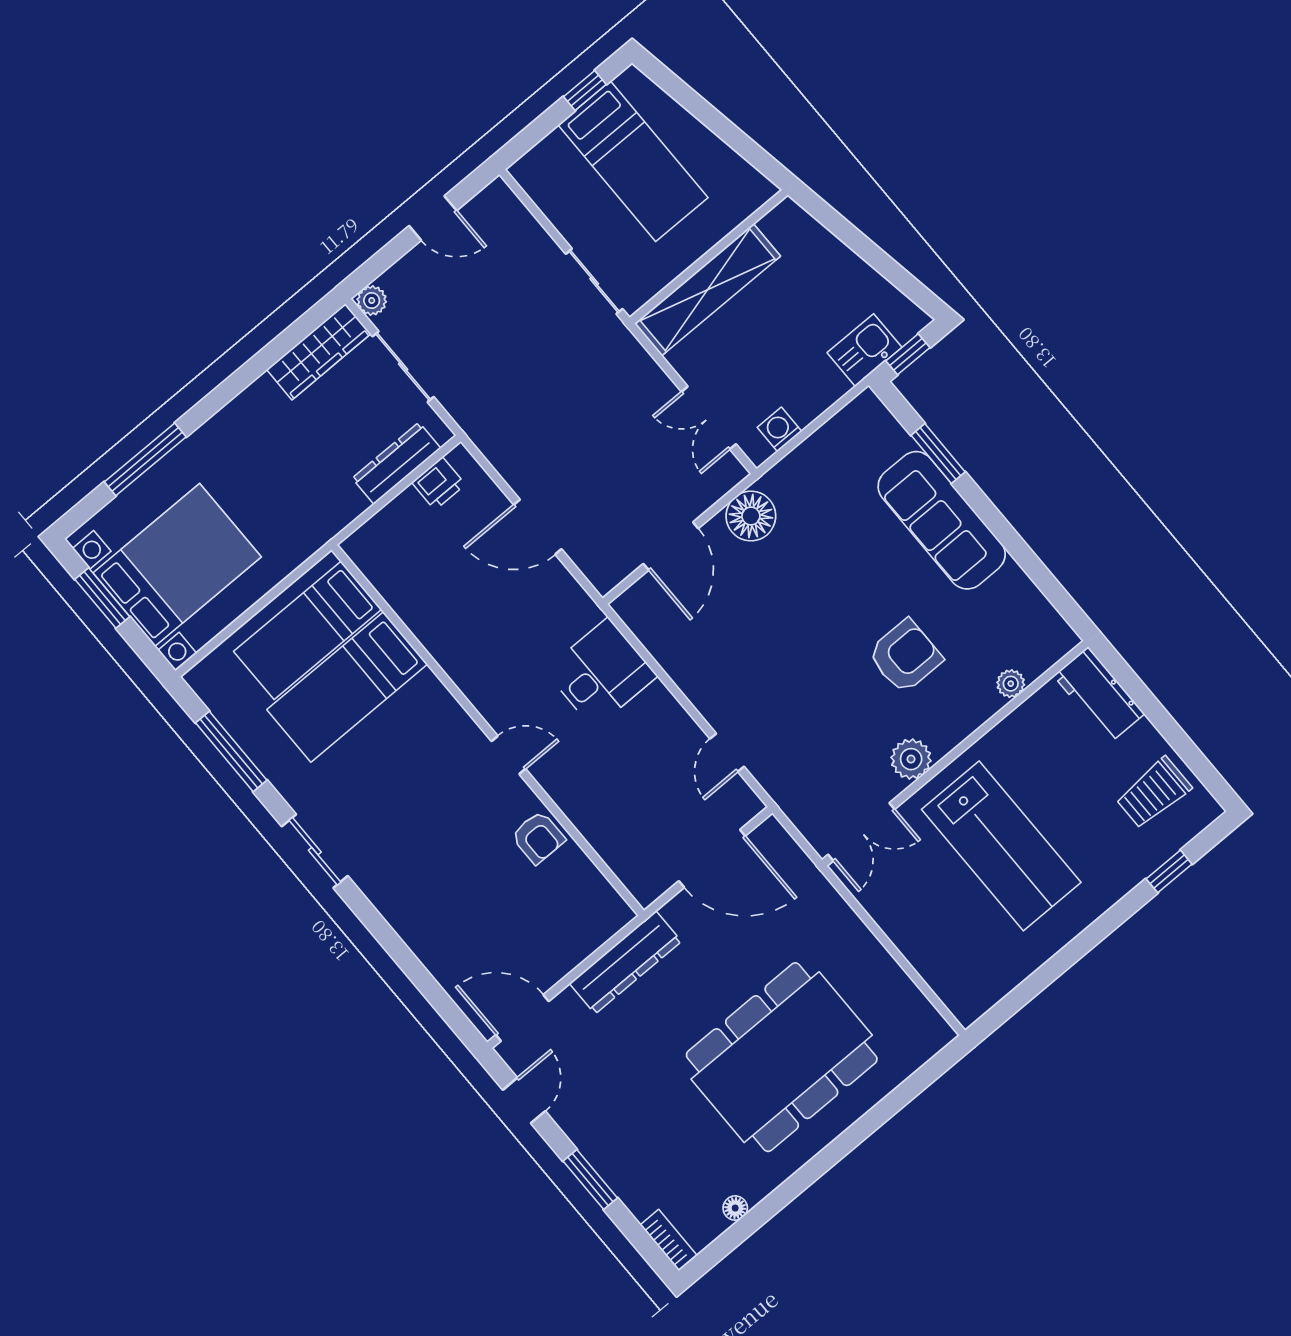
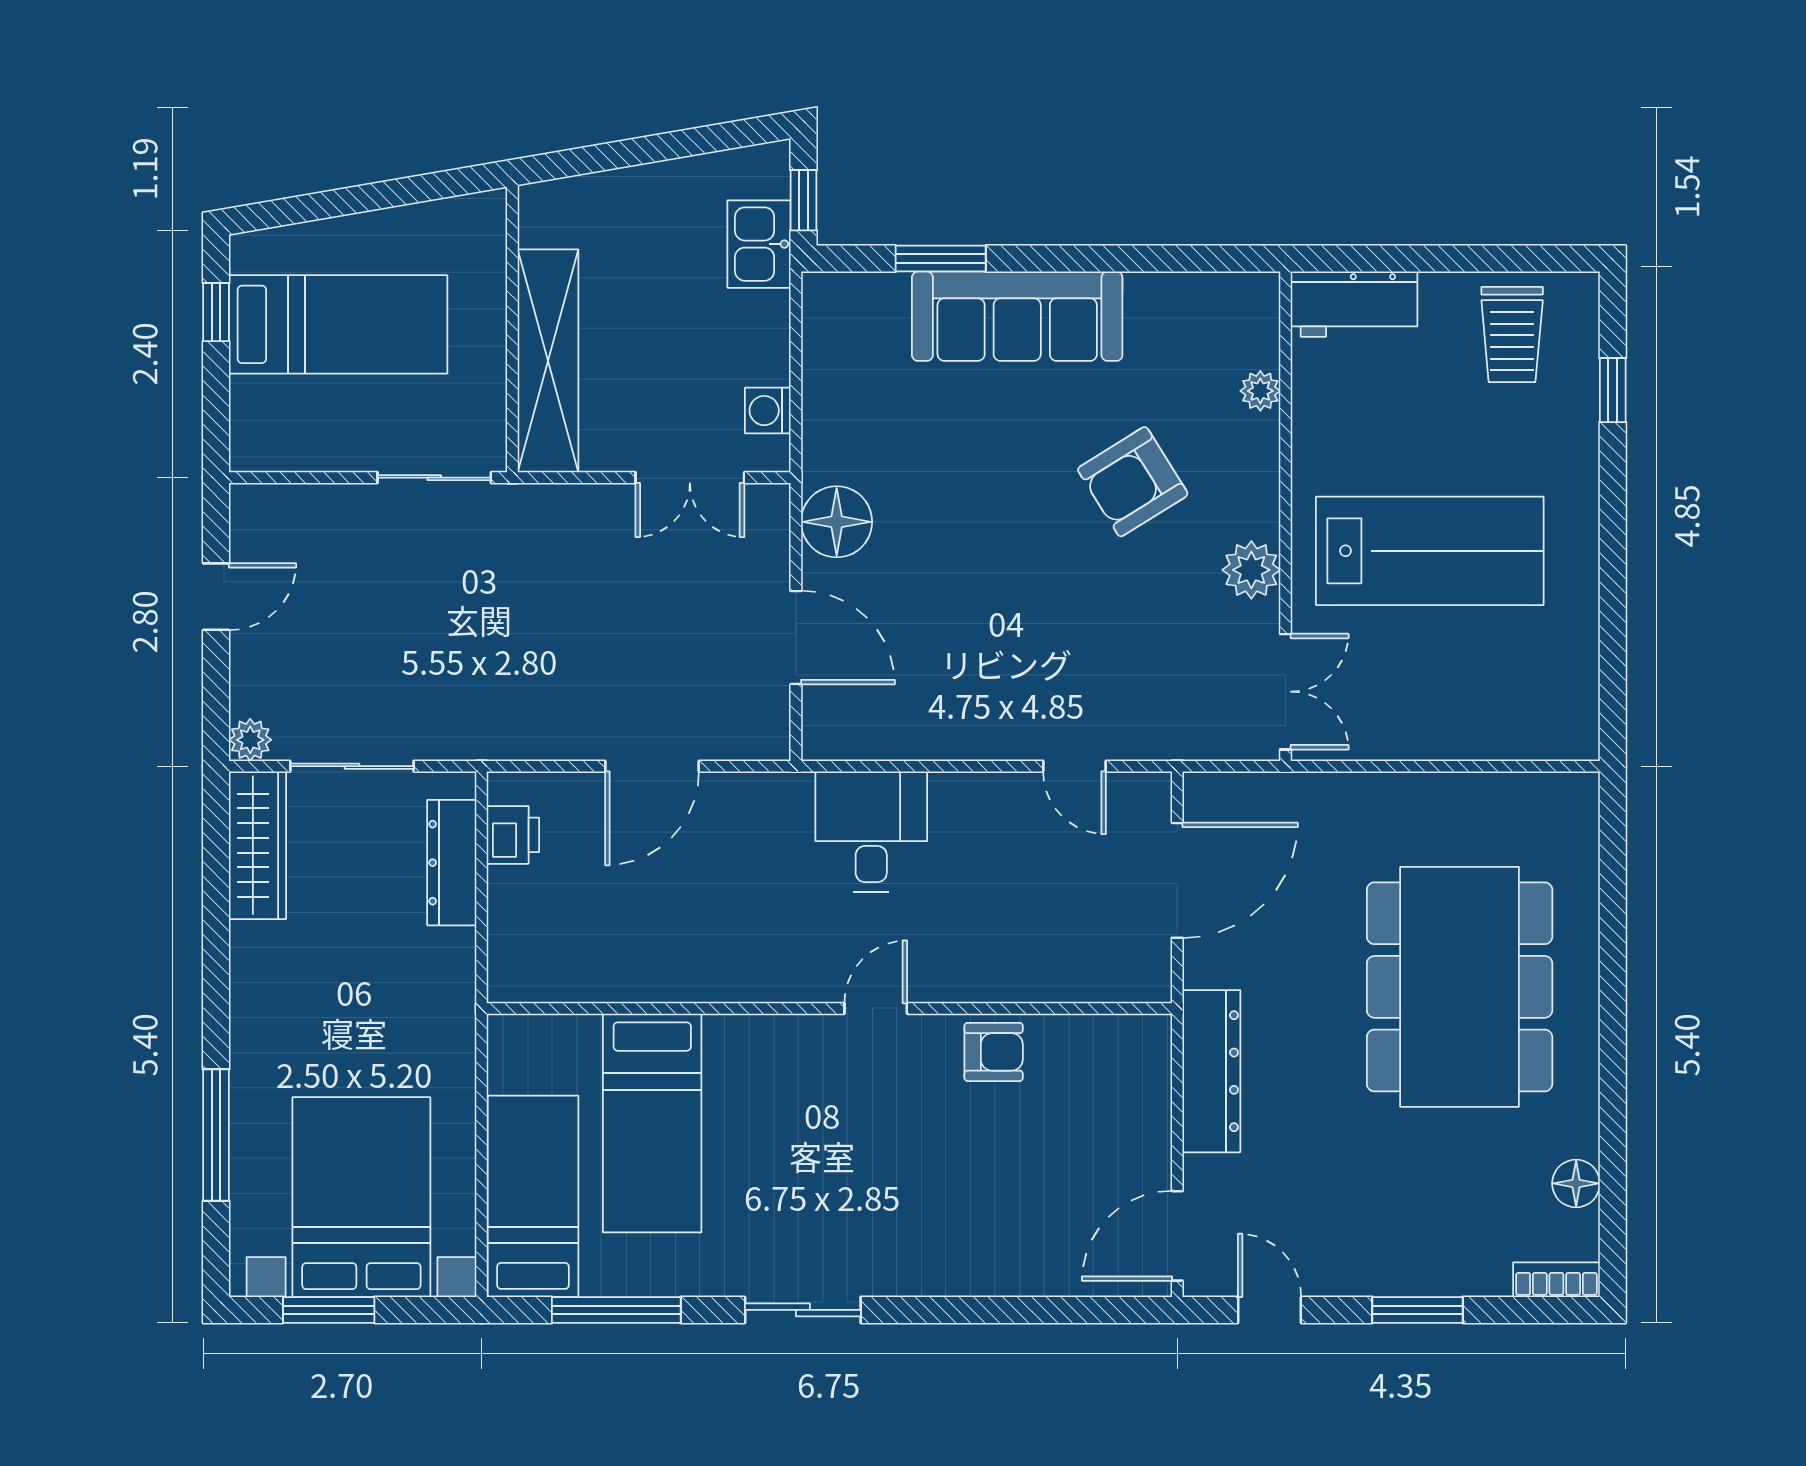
bed: (308, 630) -> (533, 1196), moved, turned 180
armchair: (905, 656) -> (1133, 482), turned -122
floor lamp: (735, 1208) -> (1576, 1183), width x1.37, depth x1.37

